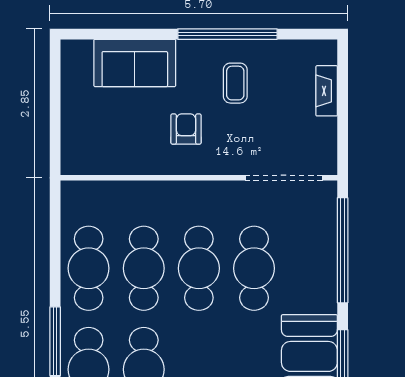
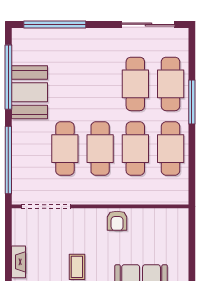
armchair: (186, 129) -> (117, 221), moved

